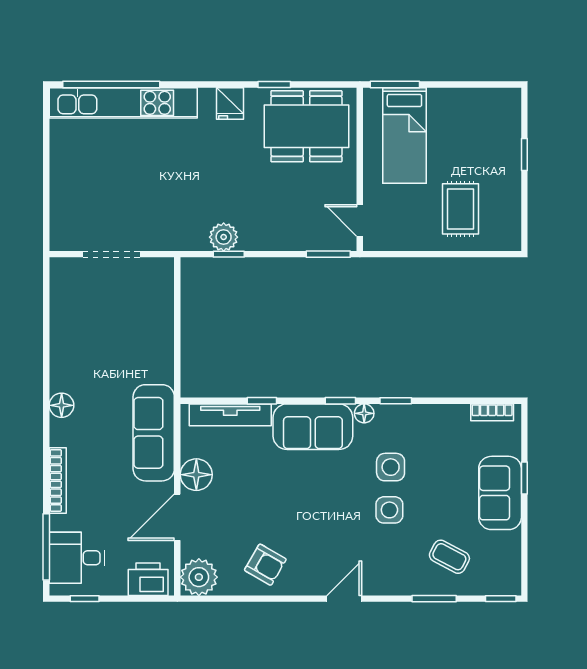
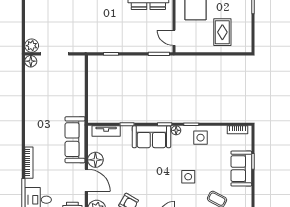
plant: (224, 237) -> (32, 46), moved
floor lamp: (62, 405) -> (31, 61), moved
tv unit: (230, 415) -> (106, 131), width x0.71
side table: (391, 467) -> (201, 138), moved
door: (177, 517) -> (86, 180), swing flipped

